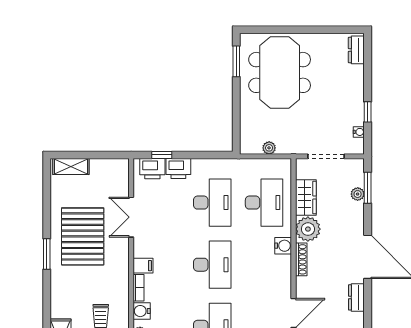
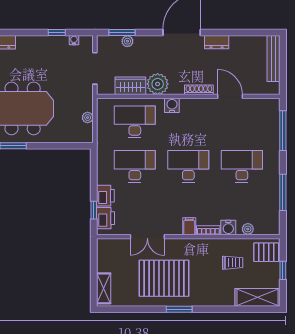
shoe rack: (301, 259) -> (199, 90), moved

